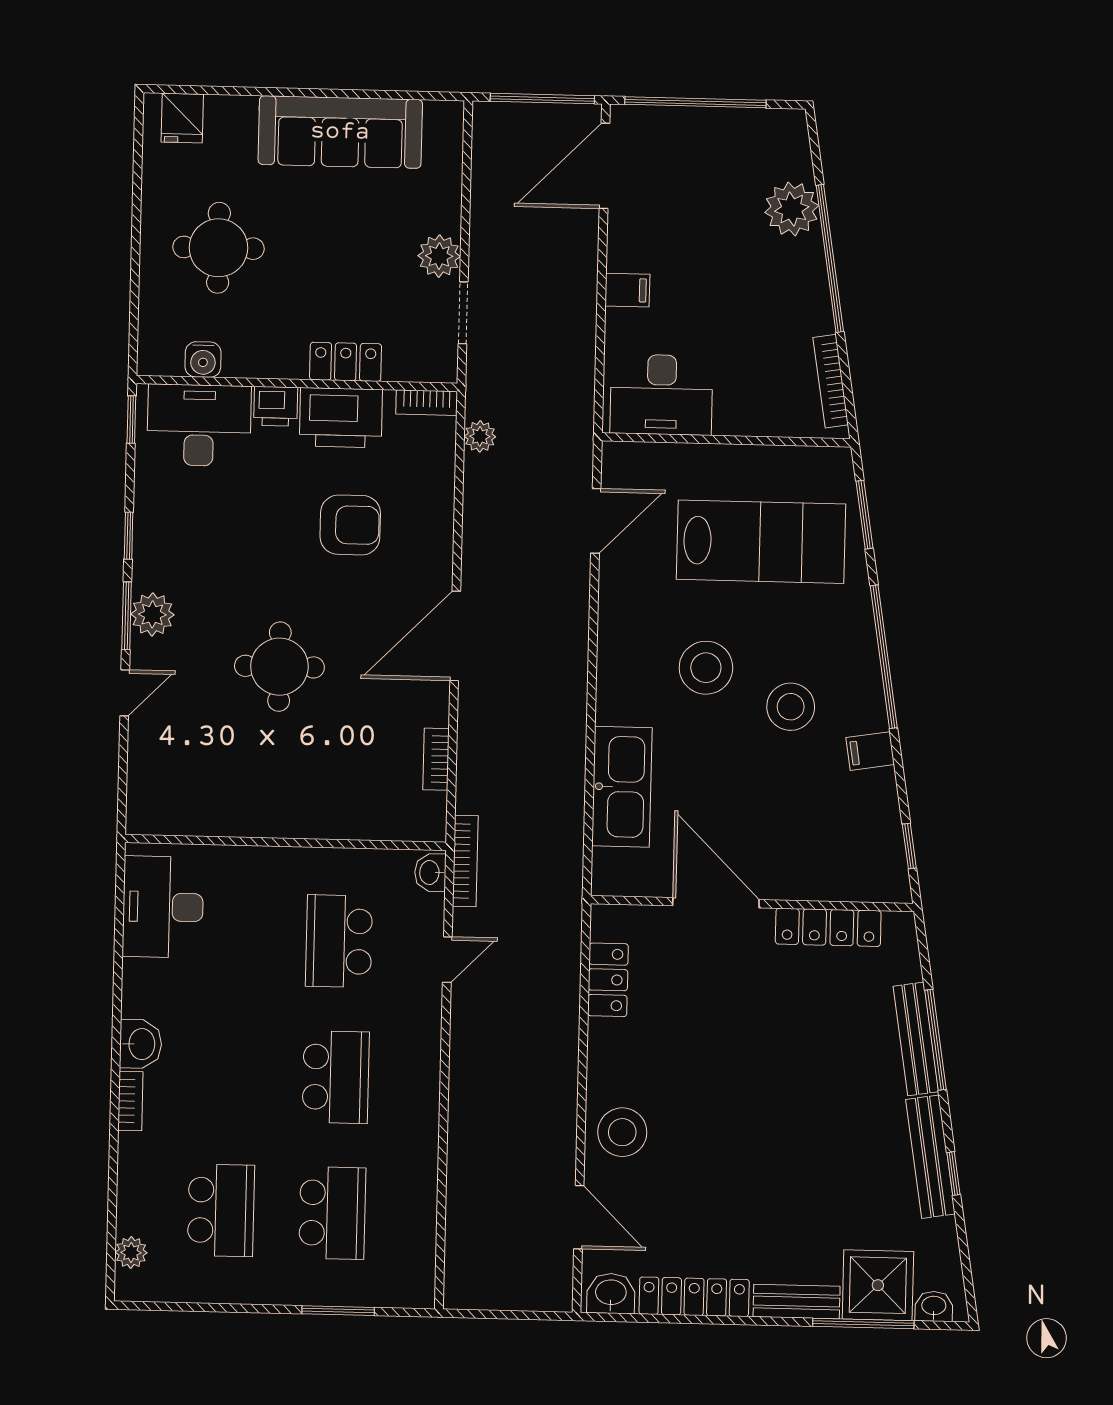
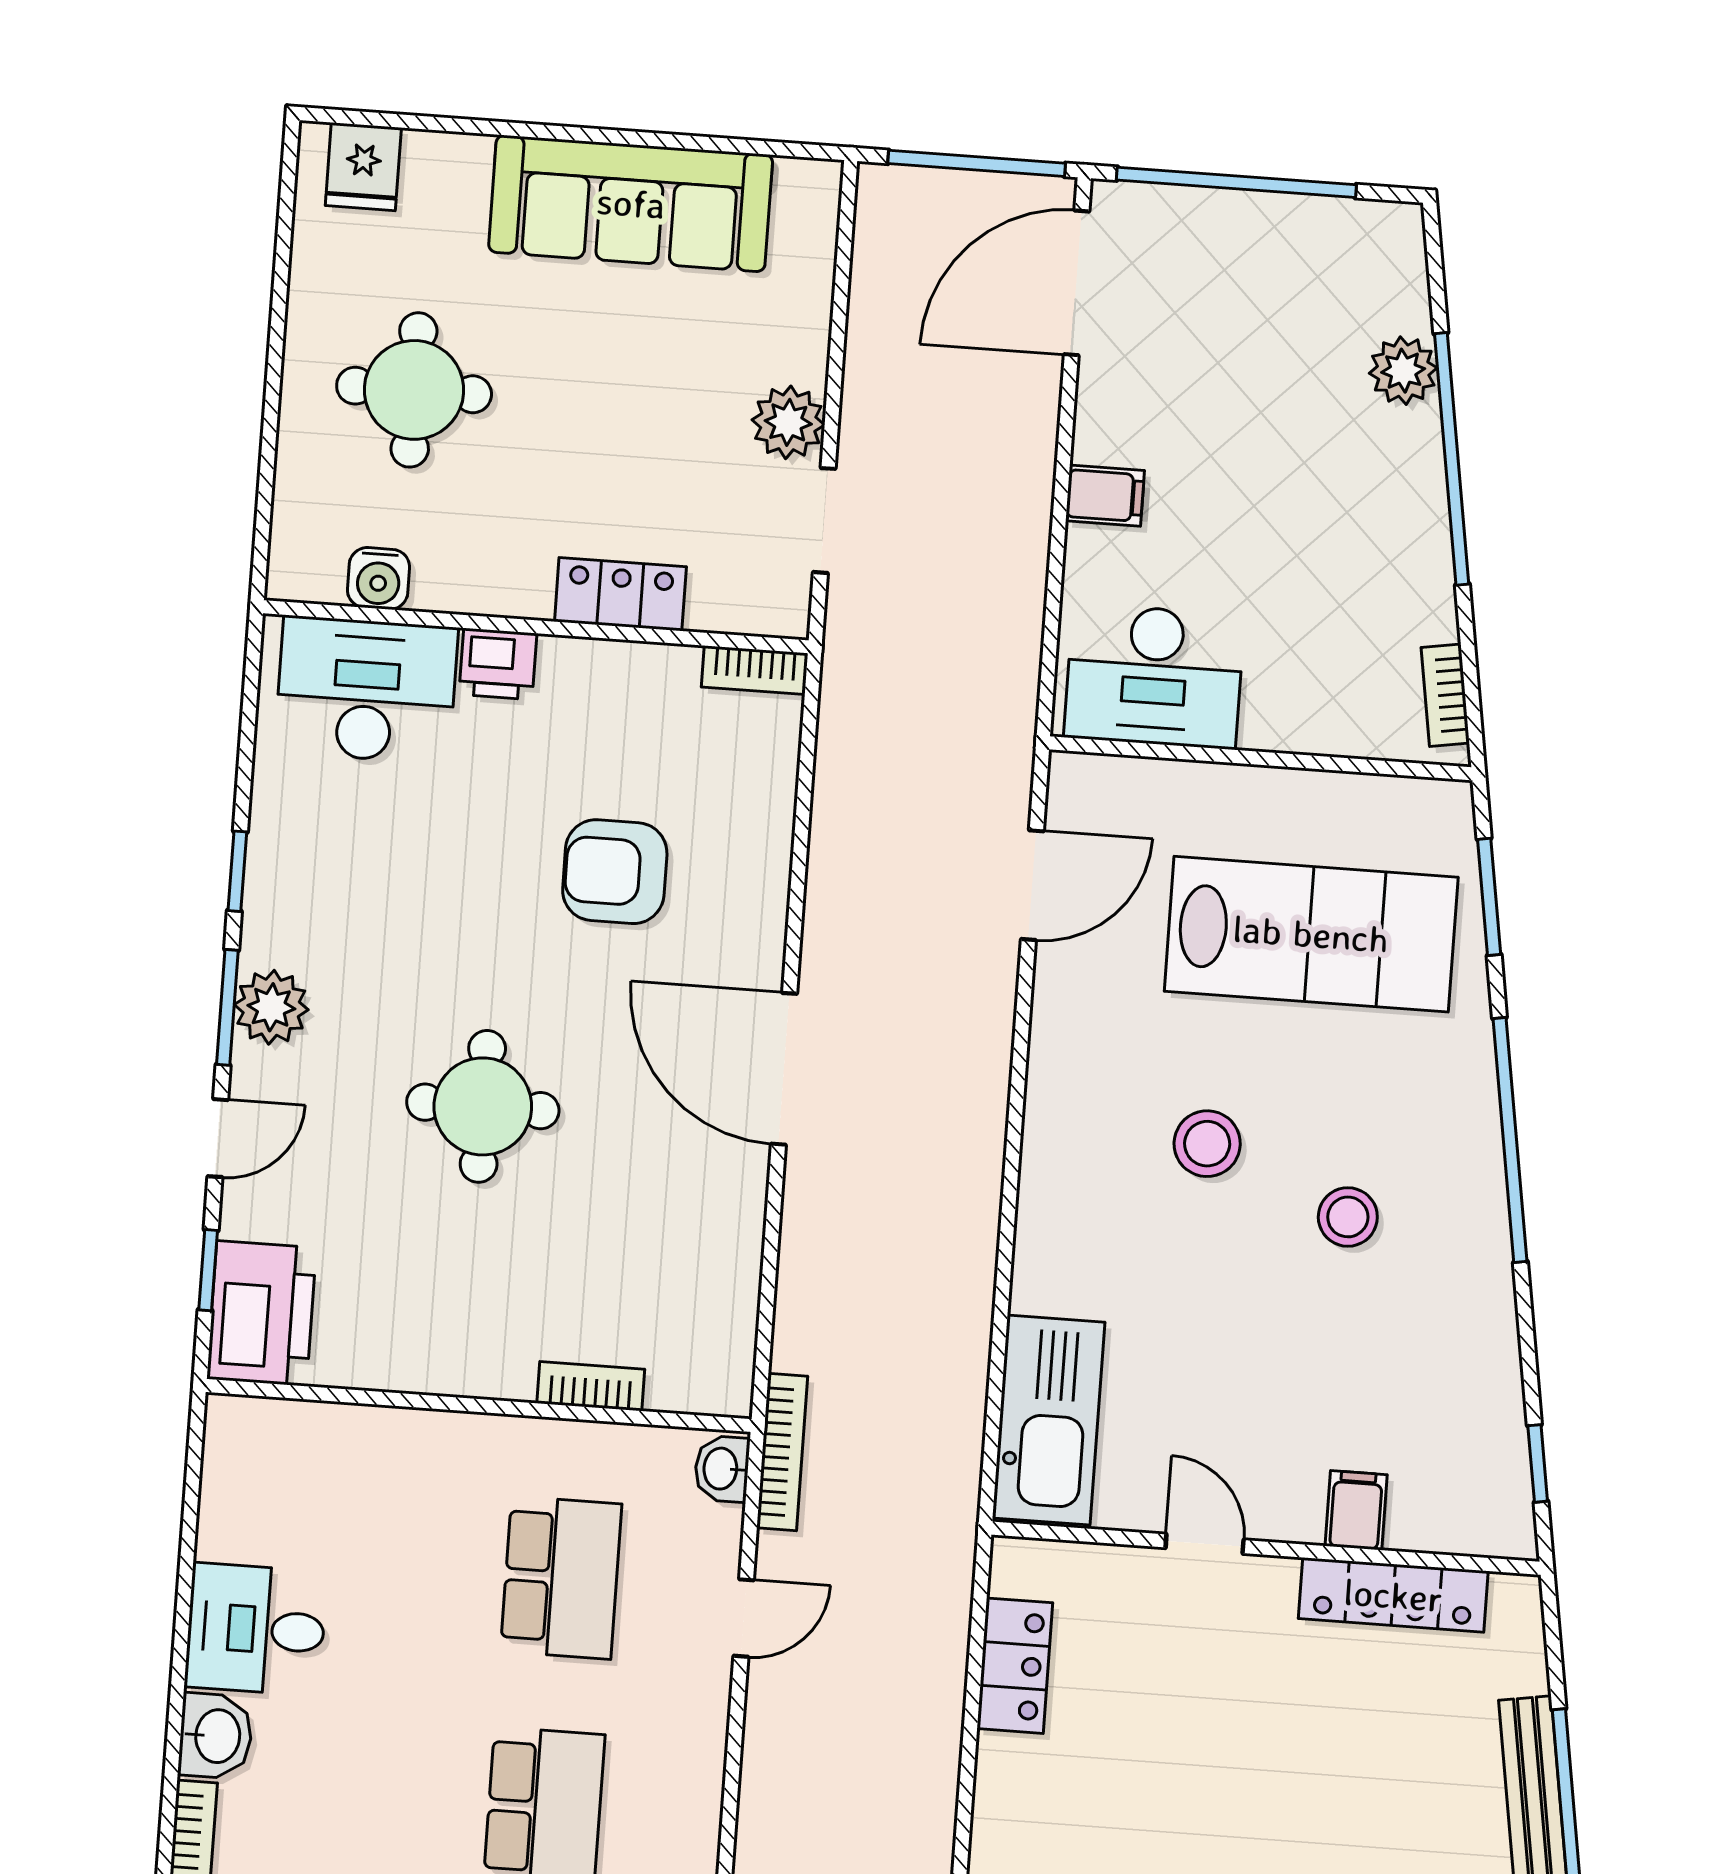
plant: (792, 209) -> (1403, 371), width x0.73, depth x0.73
bookcase: (831, 381) -> (1445, 695), width x0.64
printer: (341, 418) -> (262, 1313), moved, turned -90
window: (131, 419) -> (208, 1270), moved
plant: (480, 436) -> (843, 732), removed
armchair: (350, 525) -> (615, 872), turned 180
door: (455, 636) -> (784, 1069), hinge flipped
stool: (706, 668) -> (1207, 1144), width x0.73, depth x0.73
stool: (791, 707) -> (1348, 1217), width x0.73, depth x0.73
filing cabinet: (870, 751) -> (1356, 1510), moved, turned 99
bookcase: (436, 759) -> (591, 1386), moved, turned 90
kitchen sink: (622, 787) -> (1049, 1420), moved
door: (716, 903) -> (1205, 1544), width x0.53
desk: (163, 907) -> (256, 1629), moved, width x0.73
school desk: (339, 941) -> (561, 1578), turned 180

